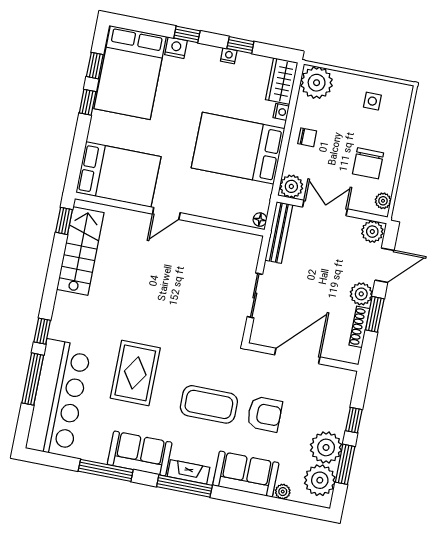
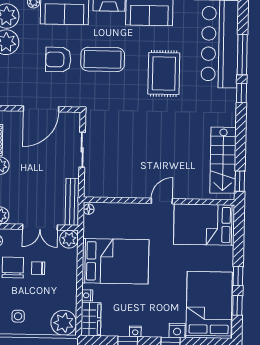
chair: (307, 137) -> (38, 268), moved

